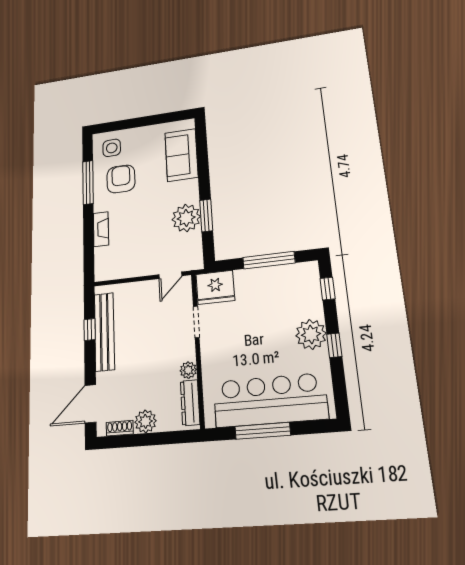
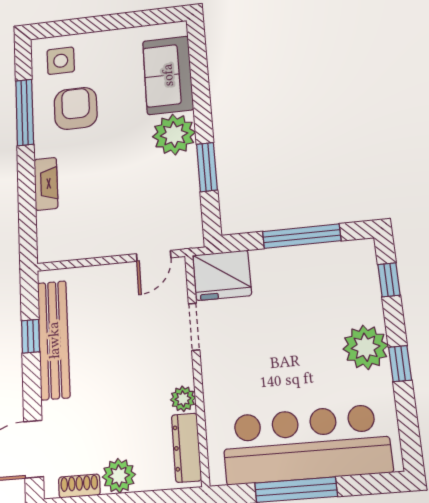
plant: (186, 218) -> (174, 134), moved

